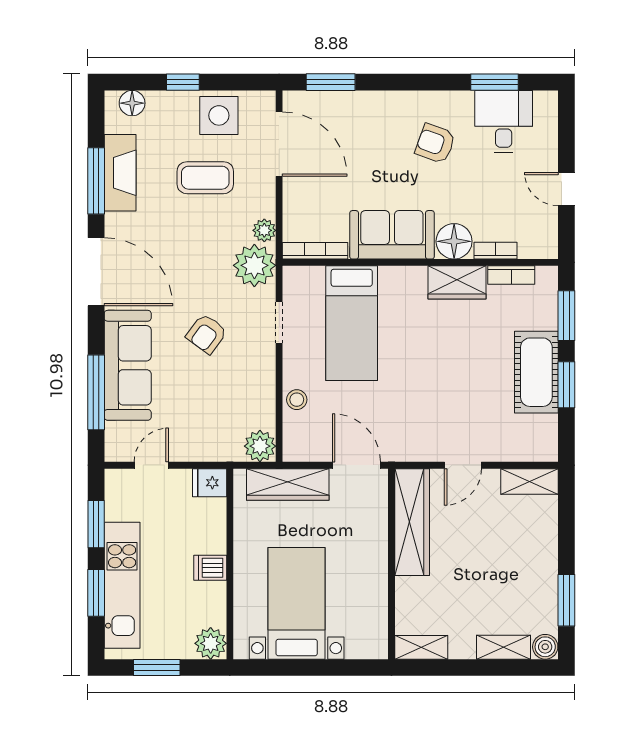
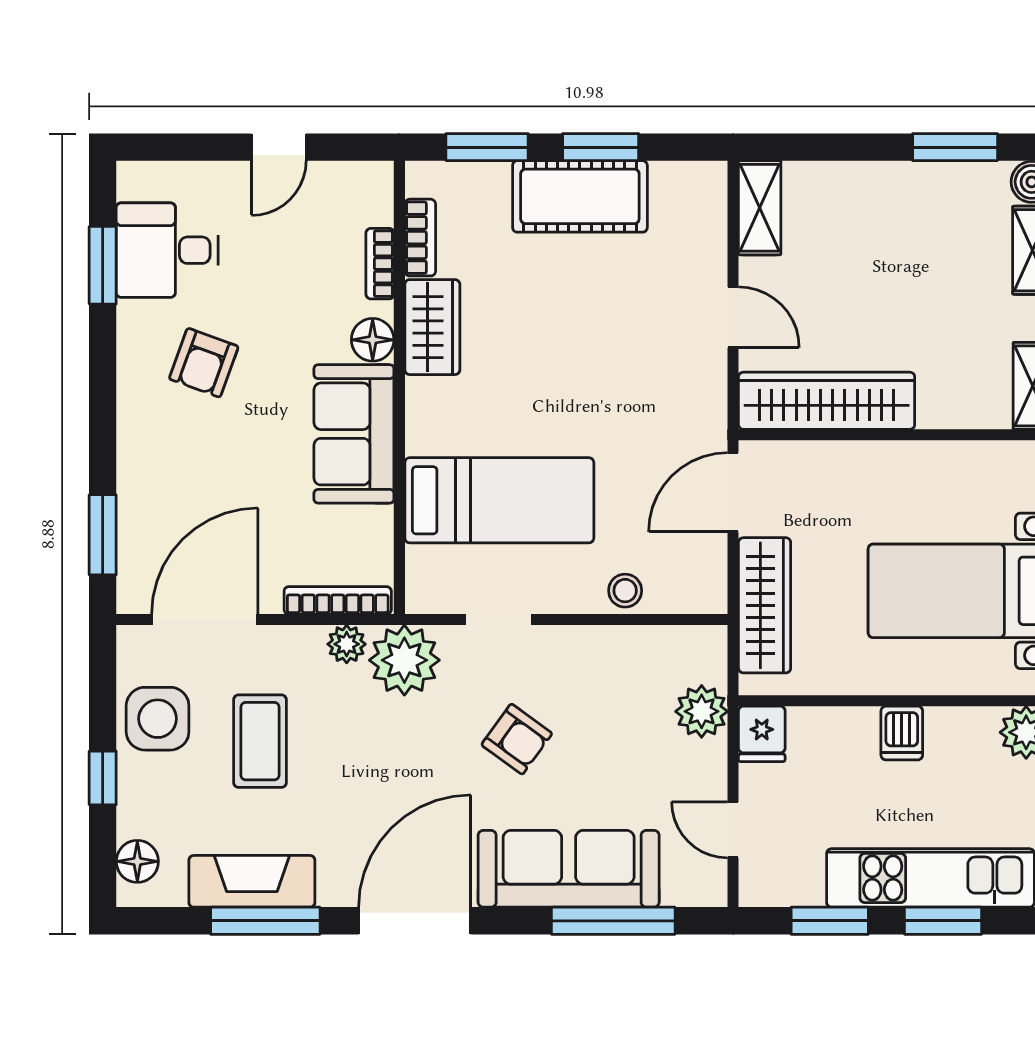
floor lamp: (454, 241) -> (373, 340), width x0.73, depth x0.73
bookcase: (315, 251) -> (338, 600), moved, turned 90
plant: (260, 446) -> (702, 711), moved

